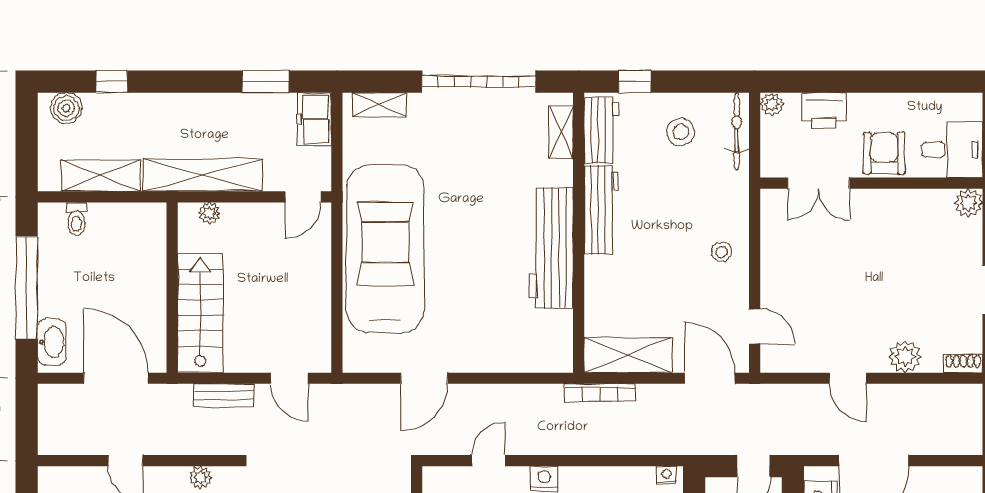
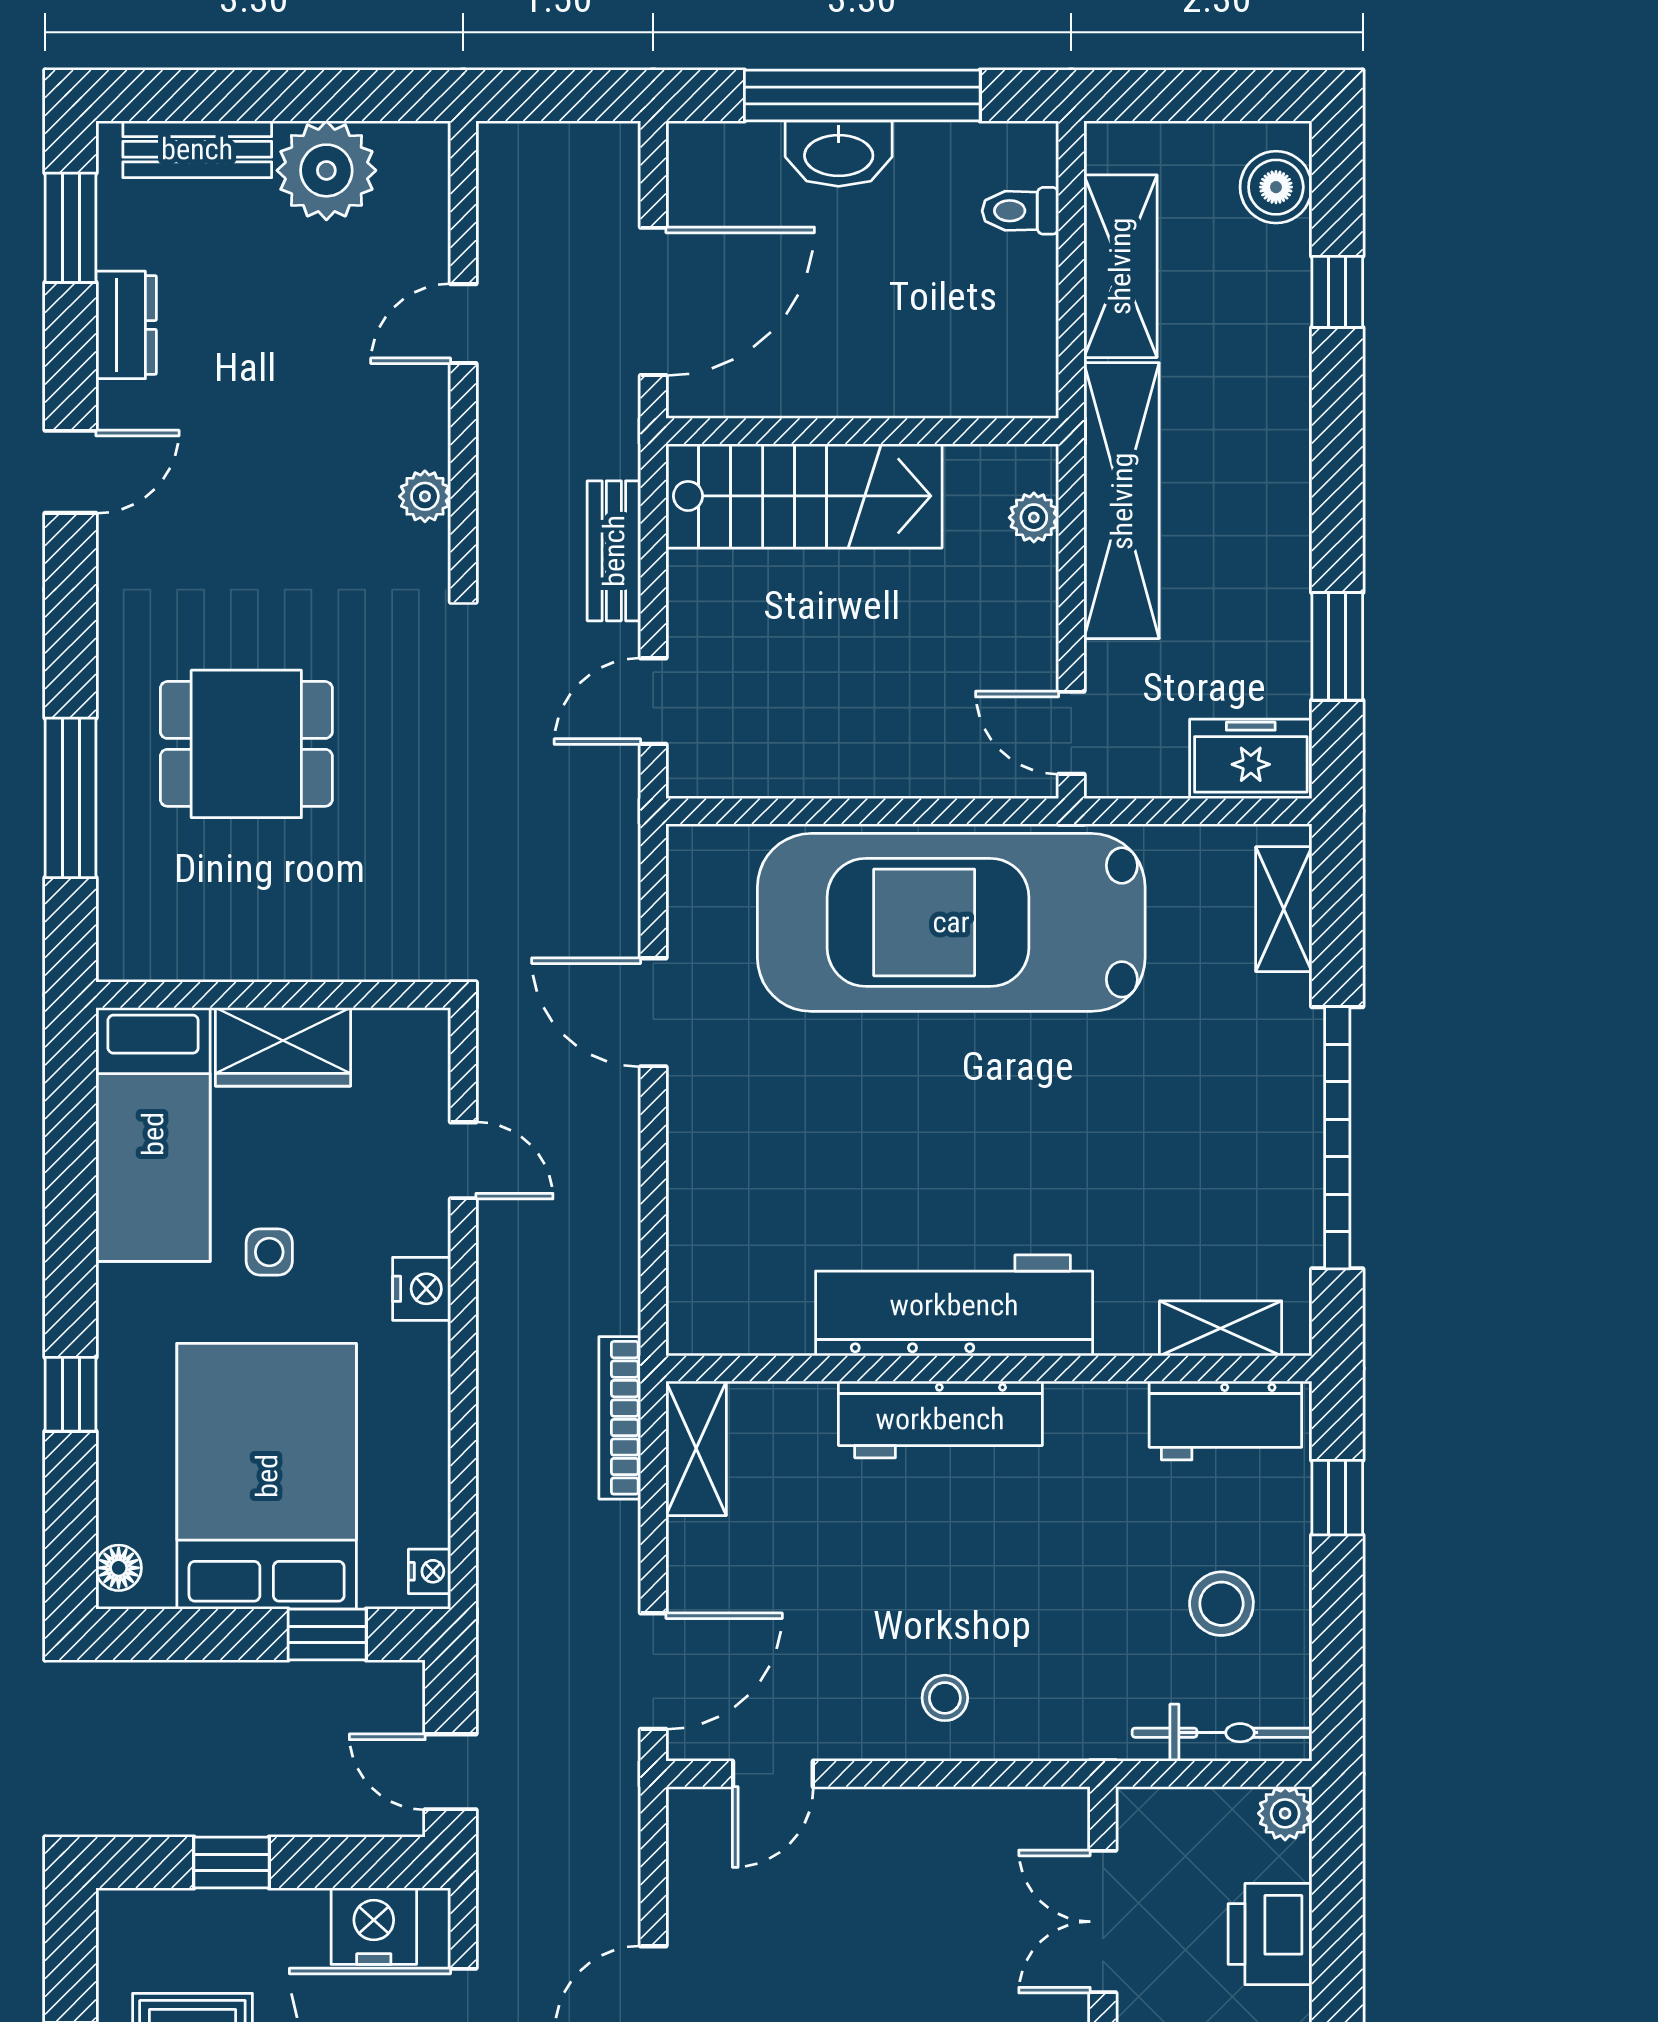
workbench: (601, 210) -> (940, 1419), moved
car: (385, 249) -> (951, 922), turned 180
washbasin: (52, 342) -> (839, 154), moved
shelving: (628, 355) -> (696, 1448), width x0.67, depth x0.75

